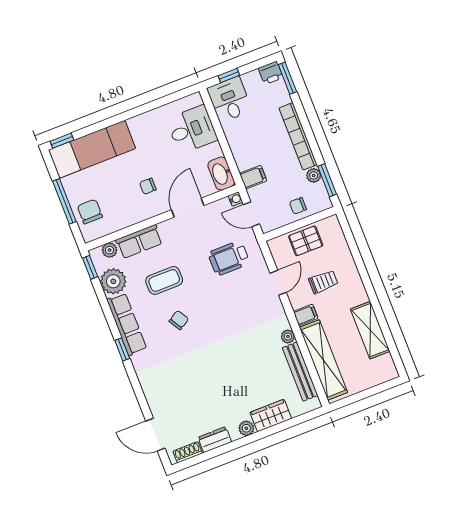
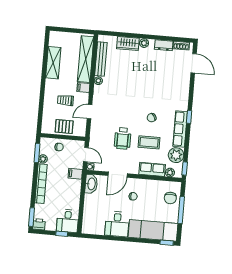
desk: (192, 129) -> (117, 224), moved, turned -90
wheelchair: (229, 258) -> (123, 138), moved, turned 90

